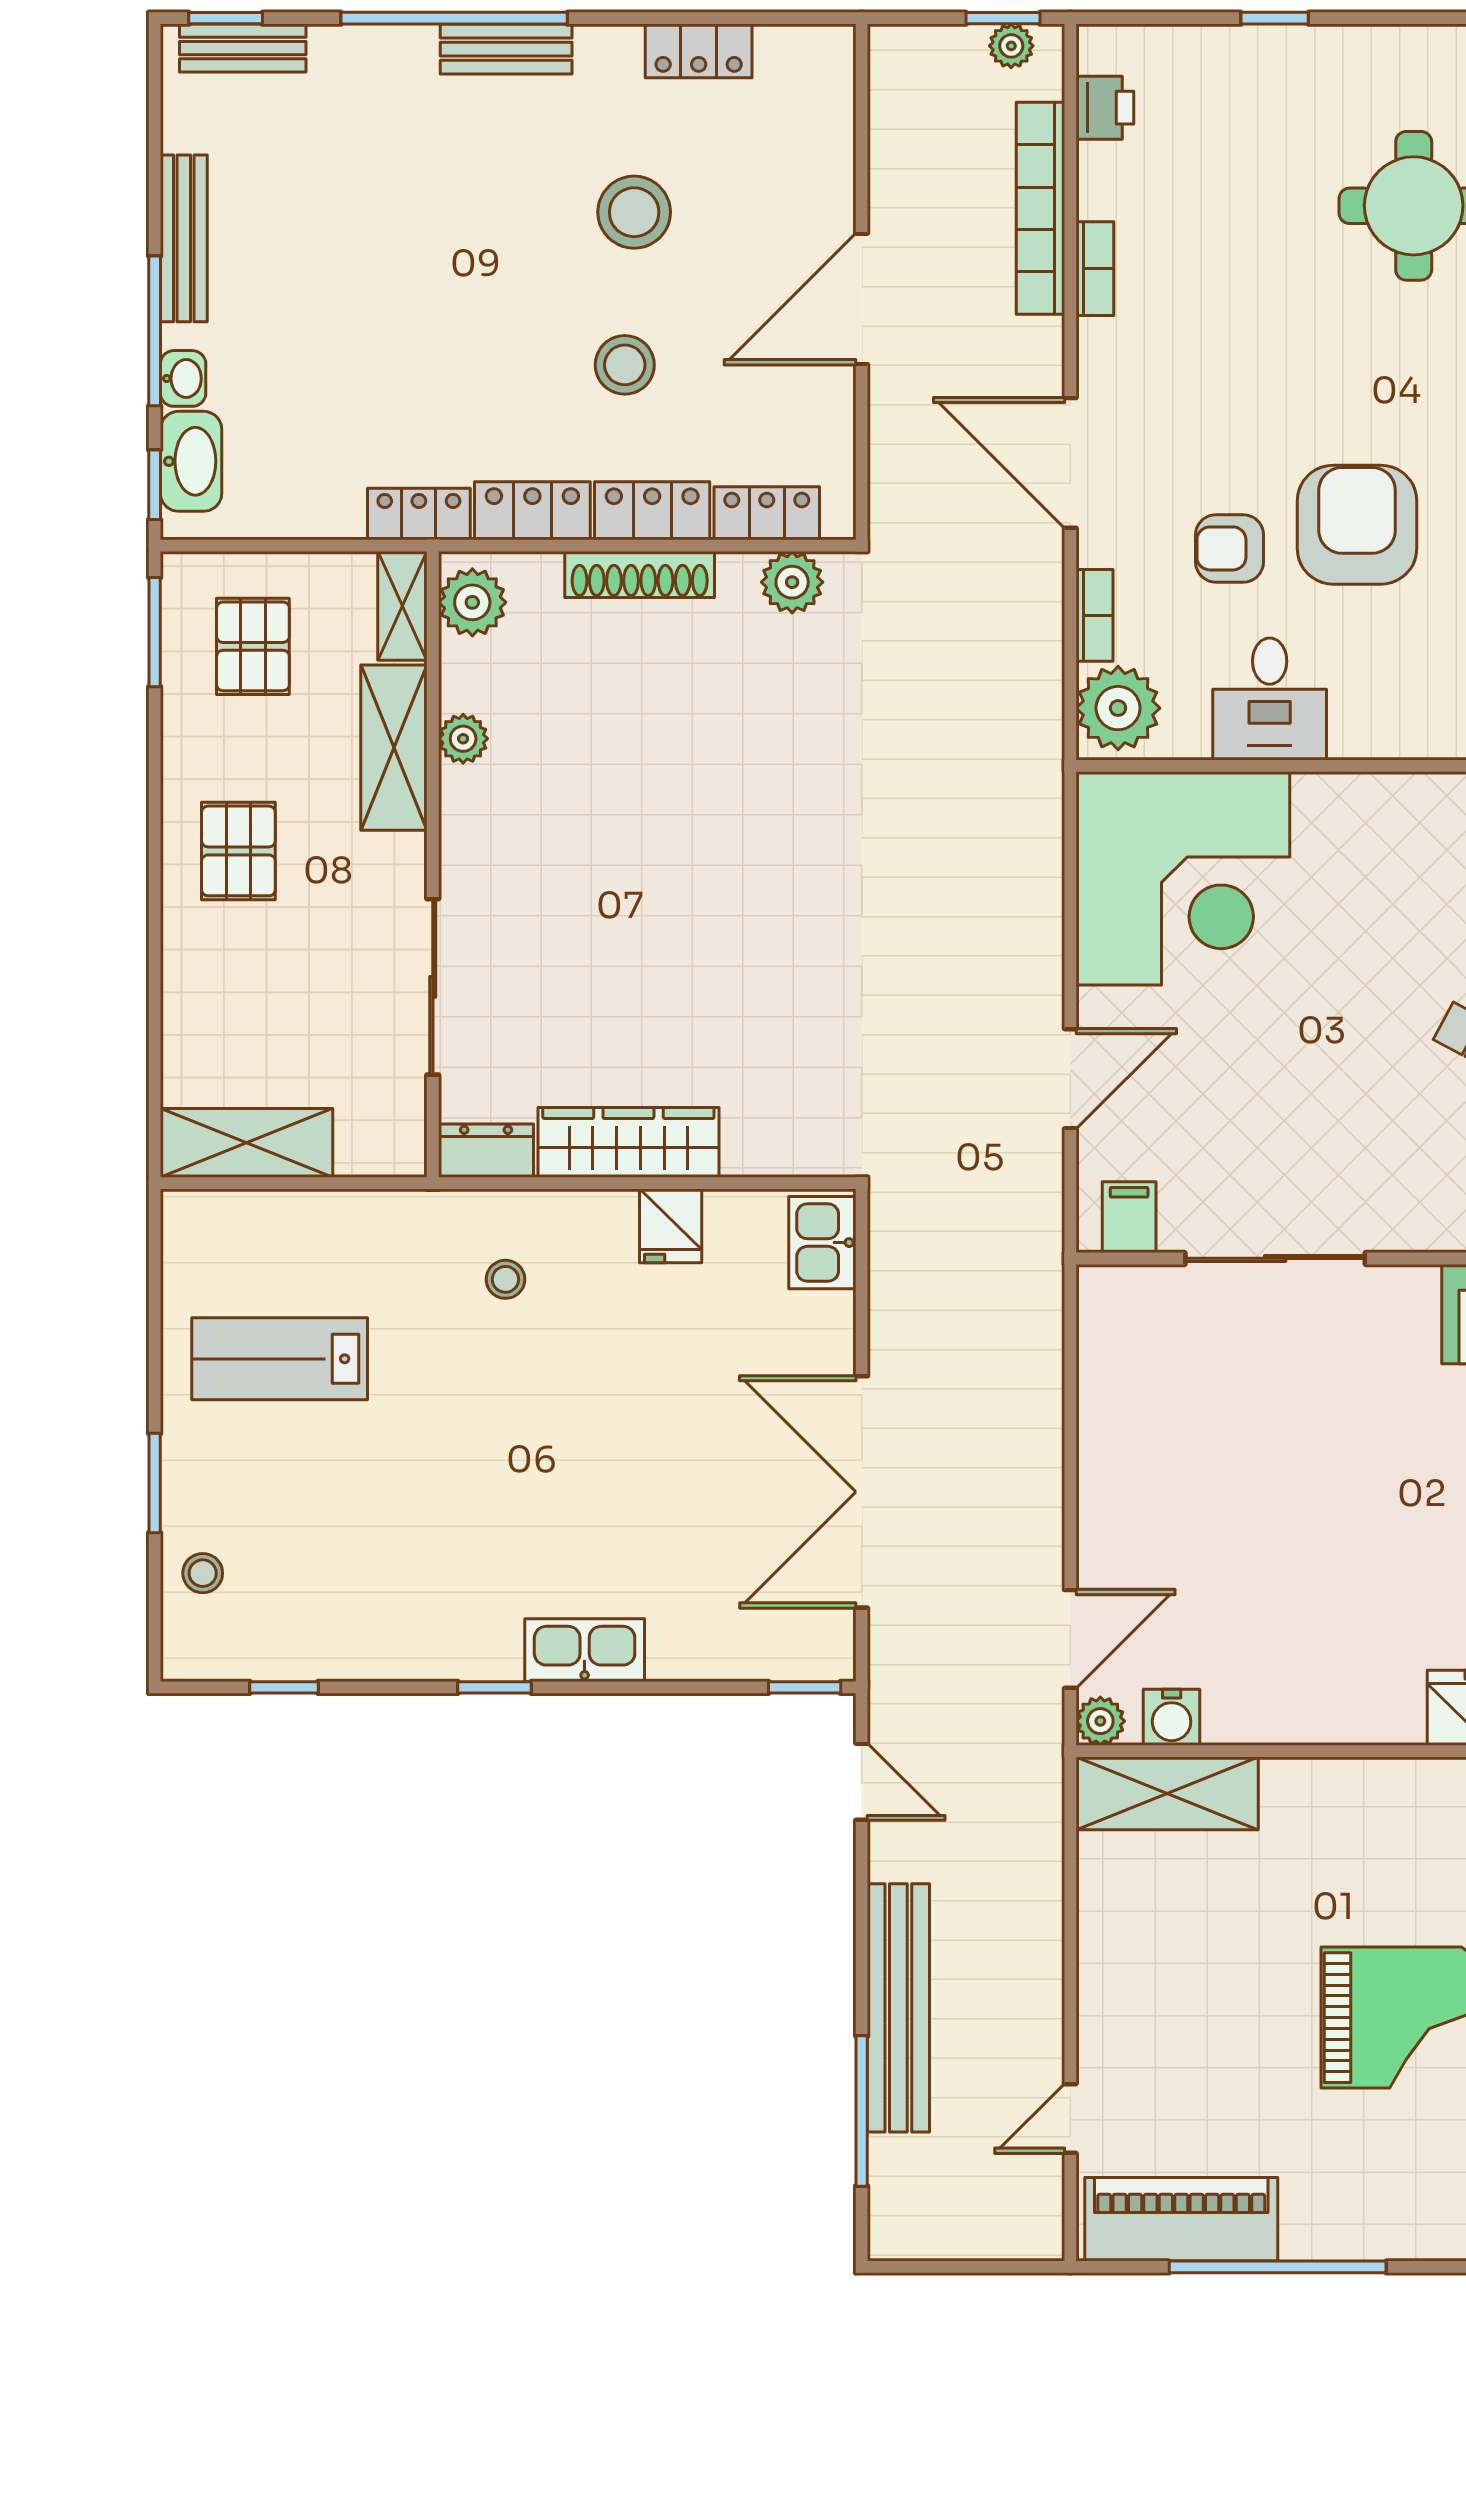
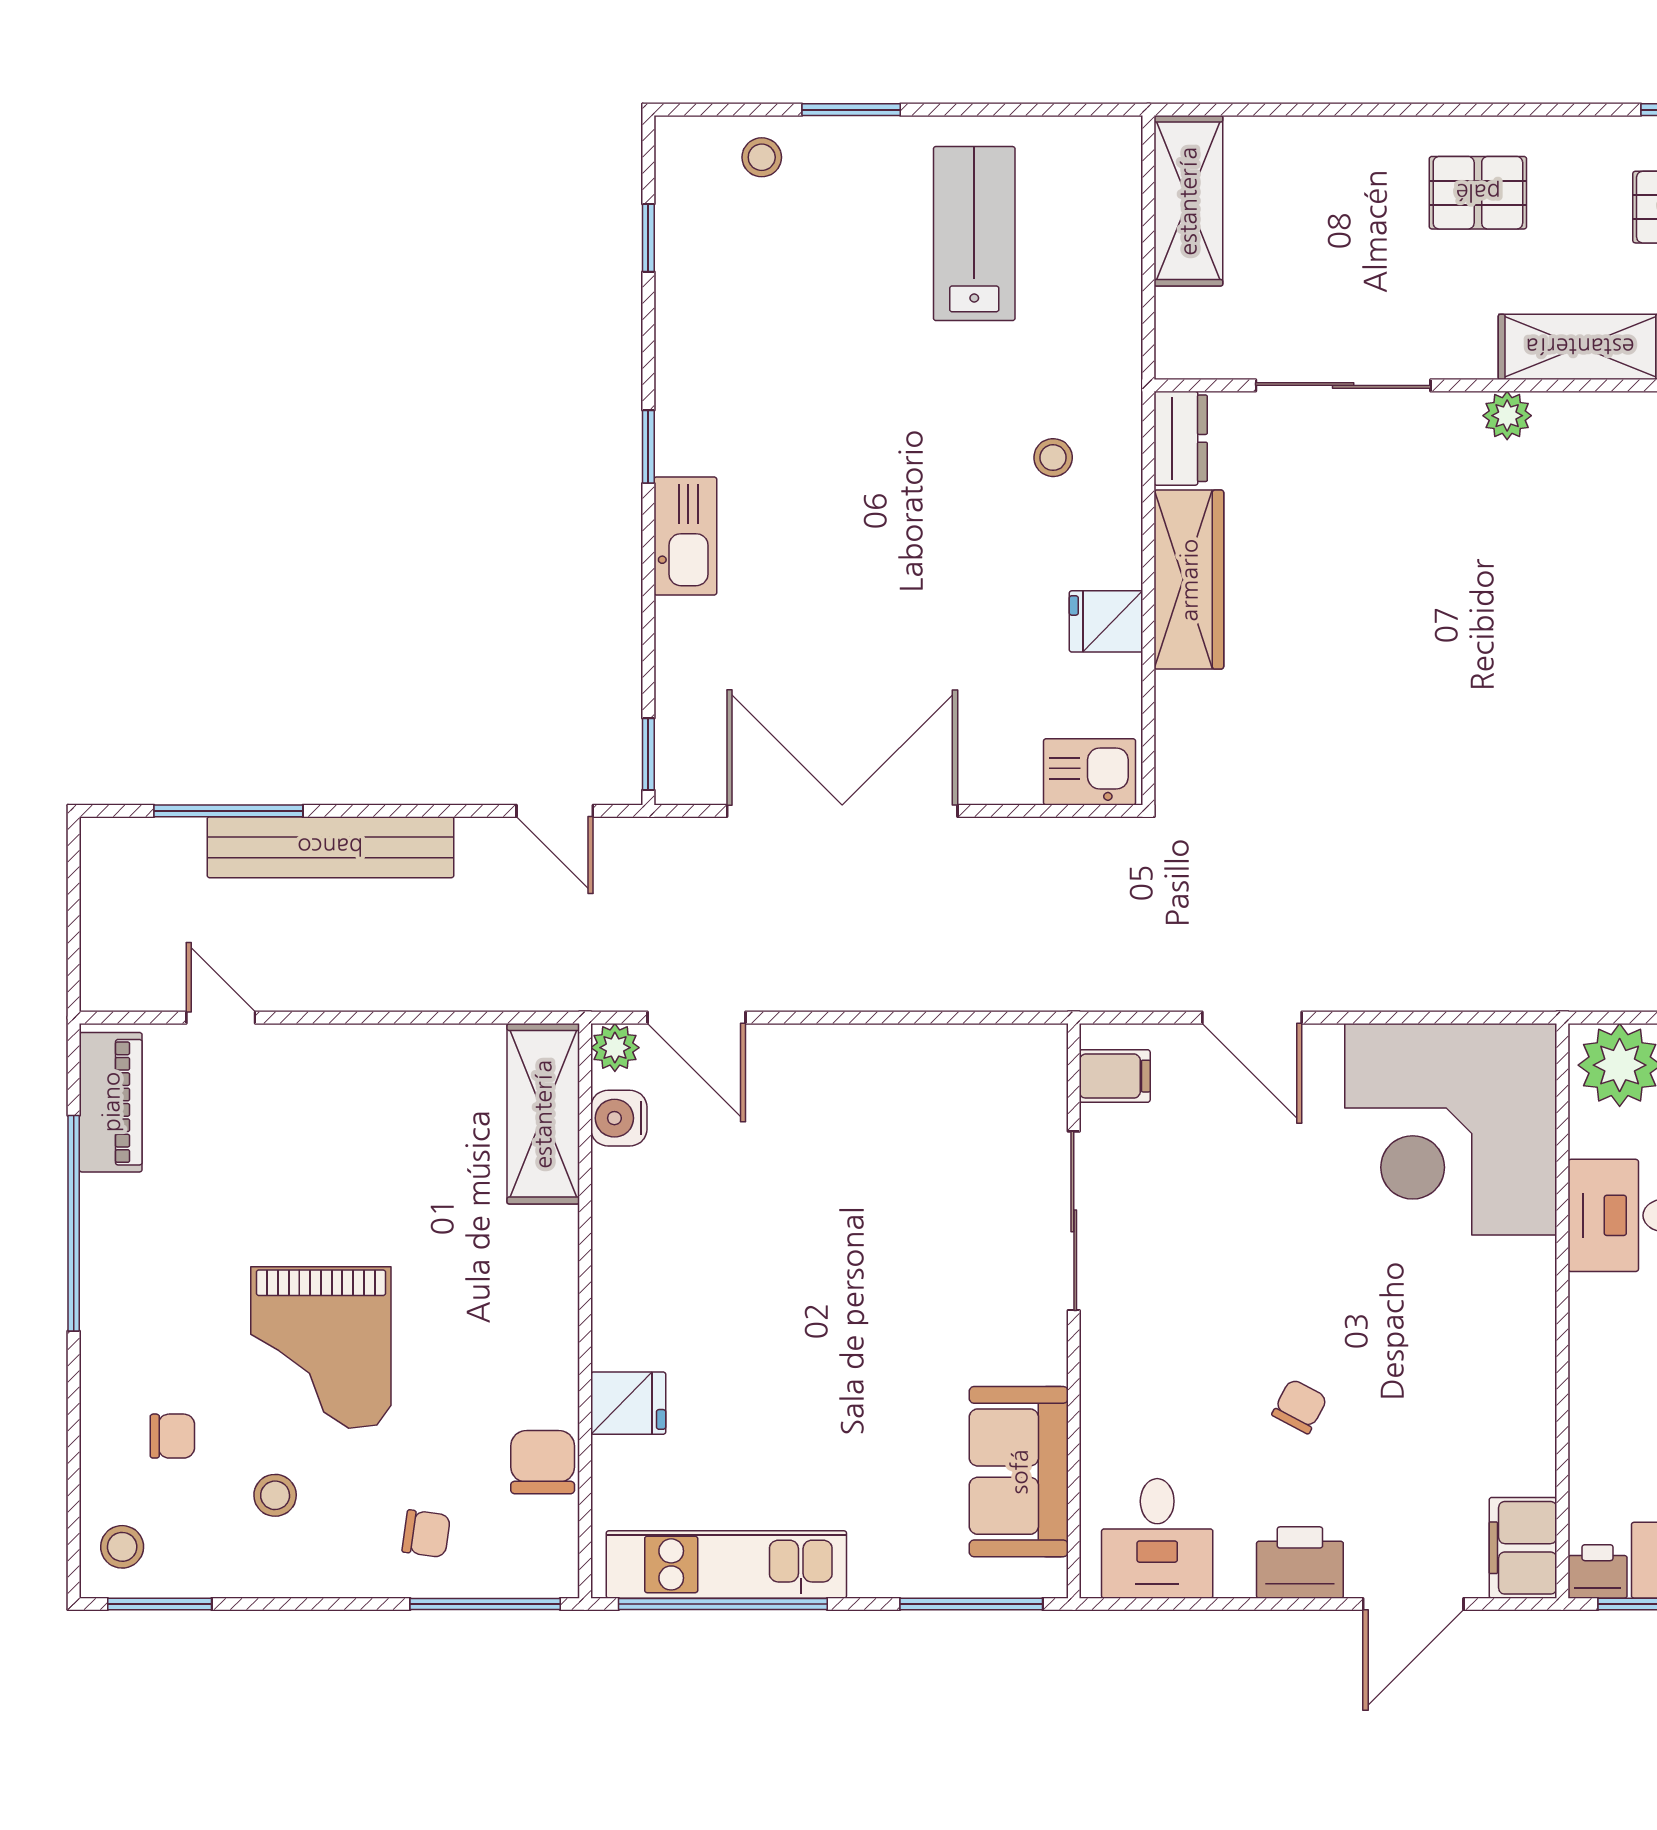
plant: (463, 739) -> (1507, 416), moved
door: (862, 1782) -> (555, 811), hinge flipped
piano: (1181, 2219) -> (111, 1102), width x0.73, depth x0.75

